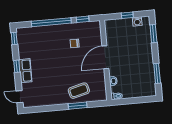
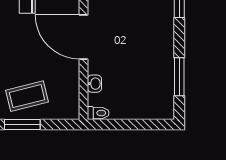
door: (105, 57) -> (84, 37), hinge flipped

